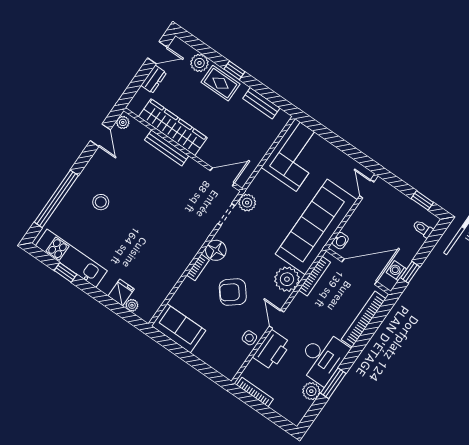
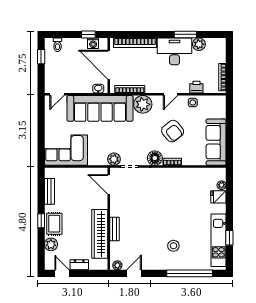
bench: (167, 148) -> (115, 229), width x0.73
sofa: (178, 328) -> (216, 142), width x1.36
printer: (272, 350) -> (196, 87), width x0.53, depth x0.68

